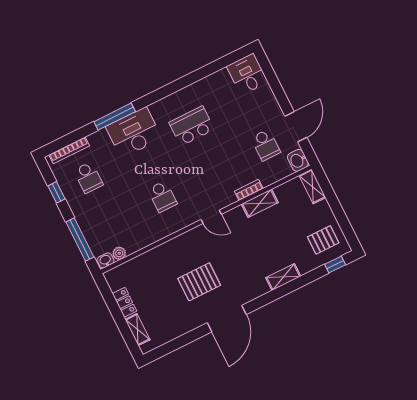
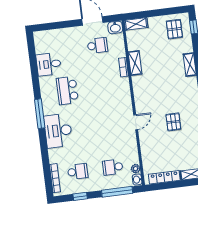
desk: (247, 74) -> (49, 64), moved
window: (115, 117) -> (40, 114), moved
school desk: (162, 196) -> (113, 167), moved, turned 180
door: (211, 217) -> (136, 122), moved
pallet: (199, 282) -> (173, 122), width x0.67, depth x0.71
locker: (125, 302) -> (164, 177), width x1.53

